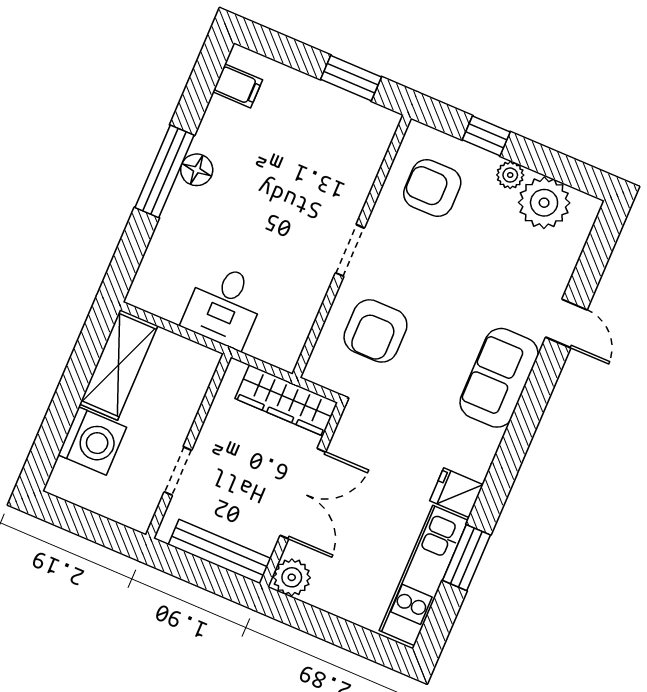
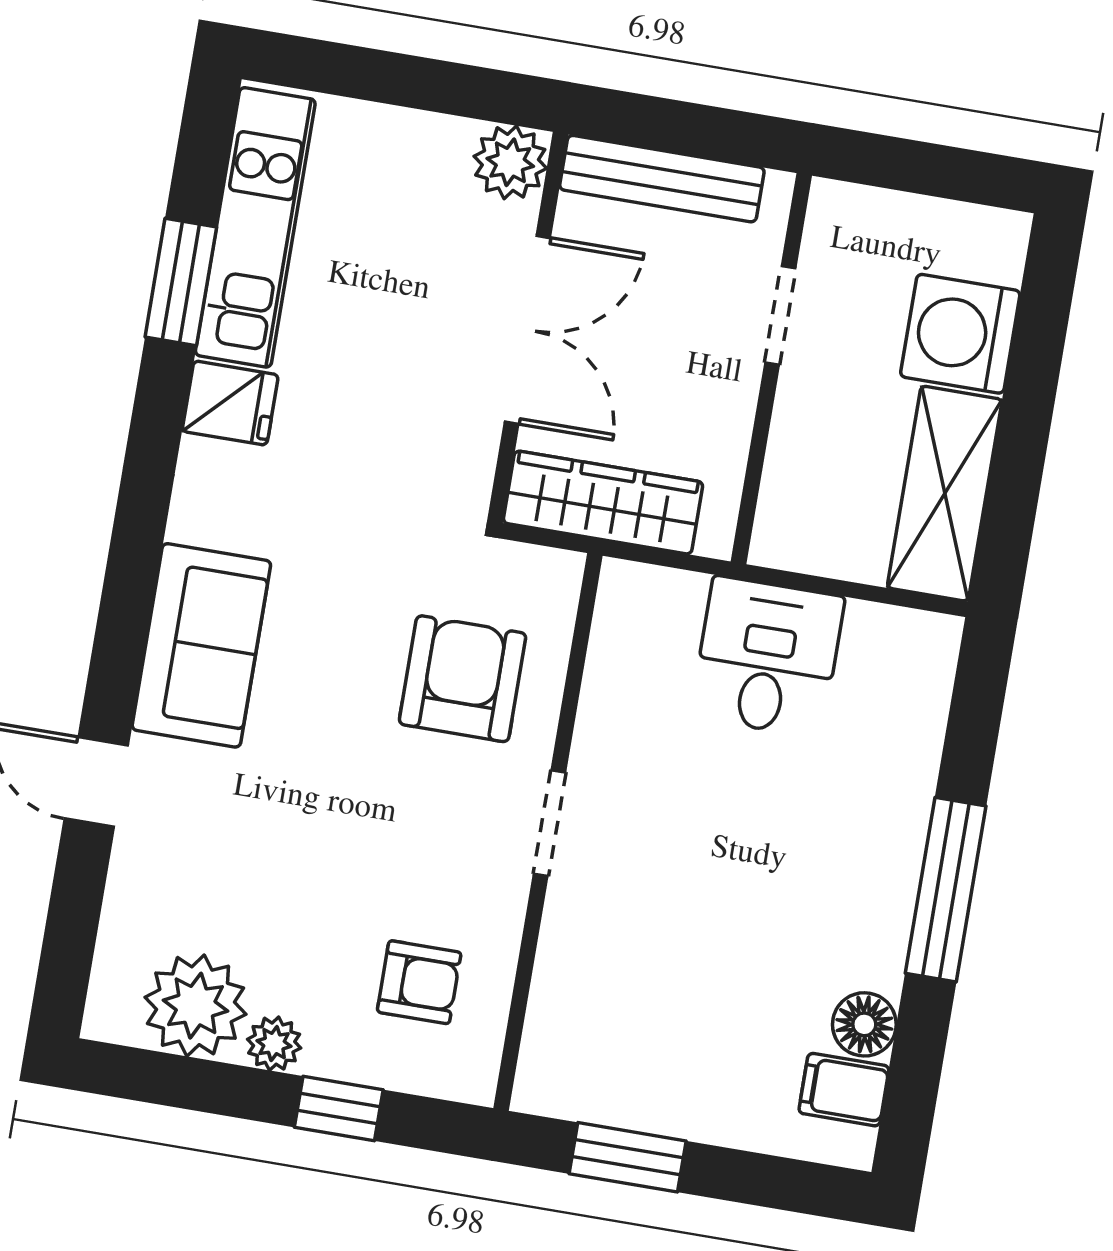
floor lamp: (197, 170) -> (864, 1024), moved
armchair: (432, 188) -> (419, 982), width x0.72, depth x0.72
double door: (303, 494) -> (527, 330), swing flipped

